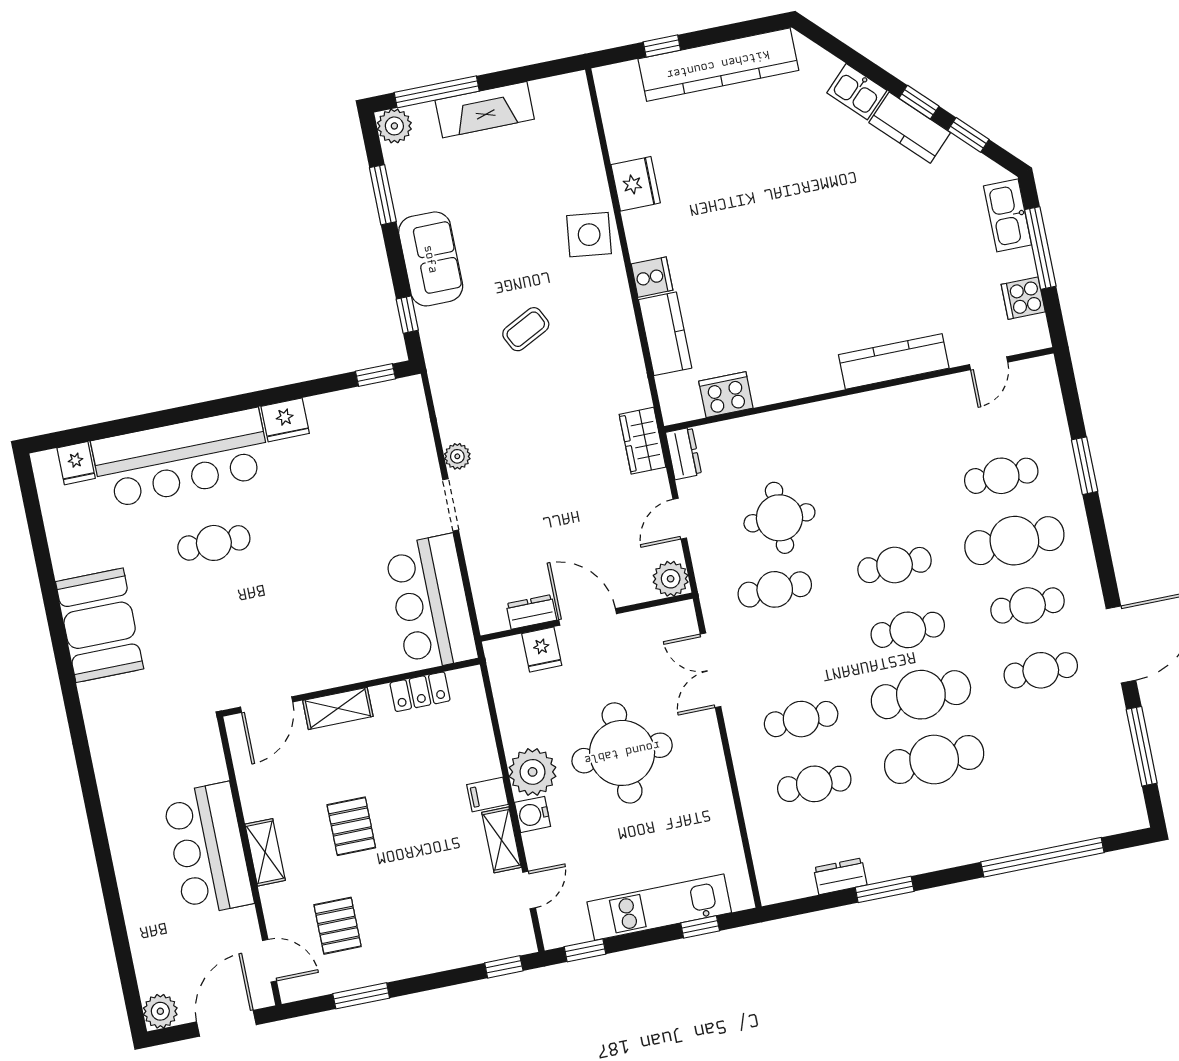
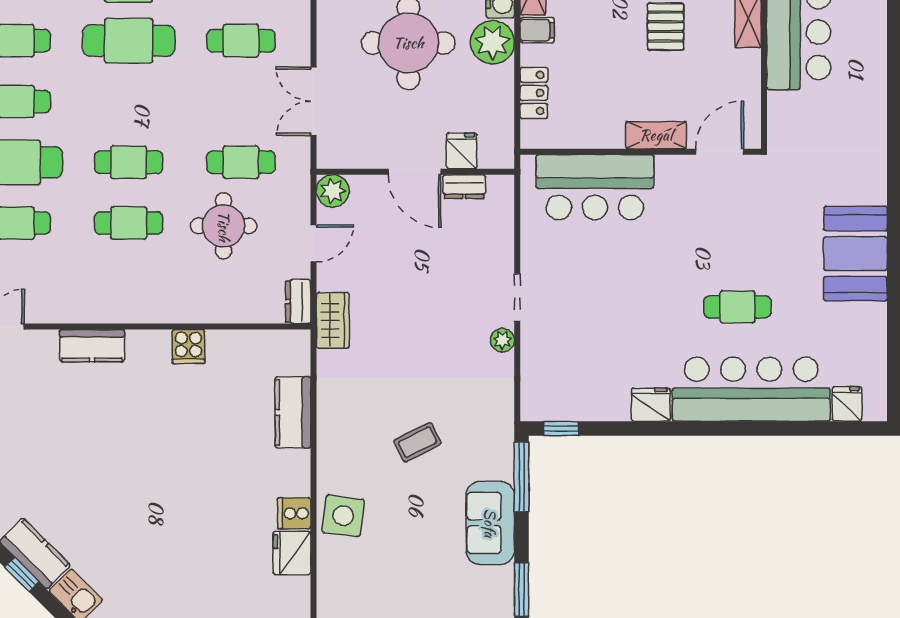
cooker: (652, 277) -> (294, 513), moved
window: (407, 315) -> (522, 477), width x2.17
kitchen counter: (894, 361) -> (92, 346), width x0.67
cooker: (726, 395) -> (188, 347), moved, width x0.73
bar counter: (431, 603) -> (595, 187), moved, turned 90
cafe table: (908, 630) -> (129, 223), moved
double door: (711, 670) -> (314, 101), swing flipped
locker: (420, 692) -> (534, 93), moved, turned 90

